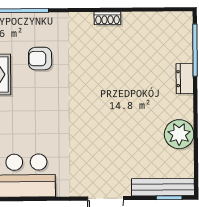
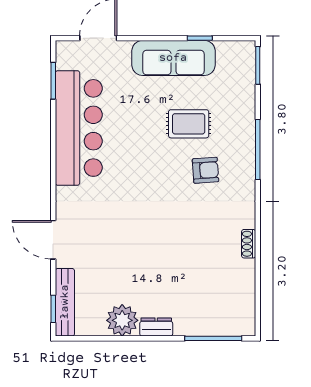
armchair: (40, 59) -> (206, 170), turned 86
dresser: (185, 79) -> (156, 327), moved

